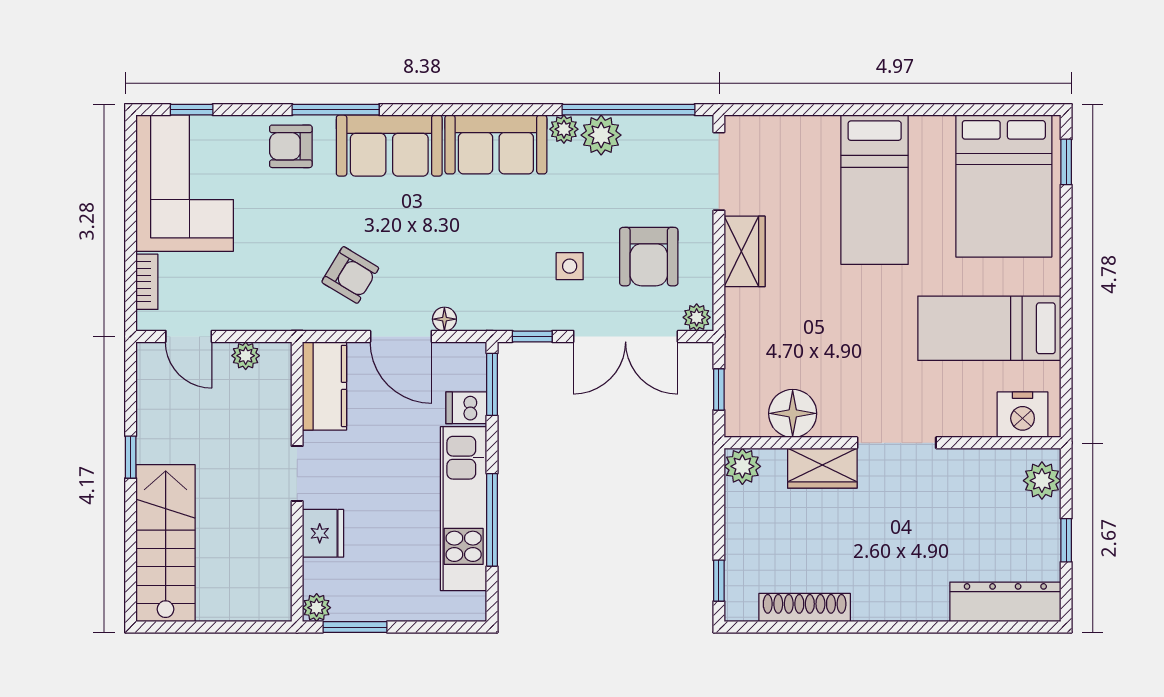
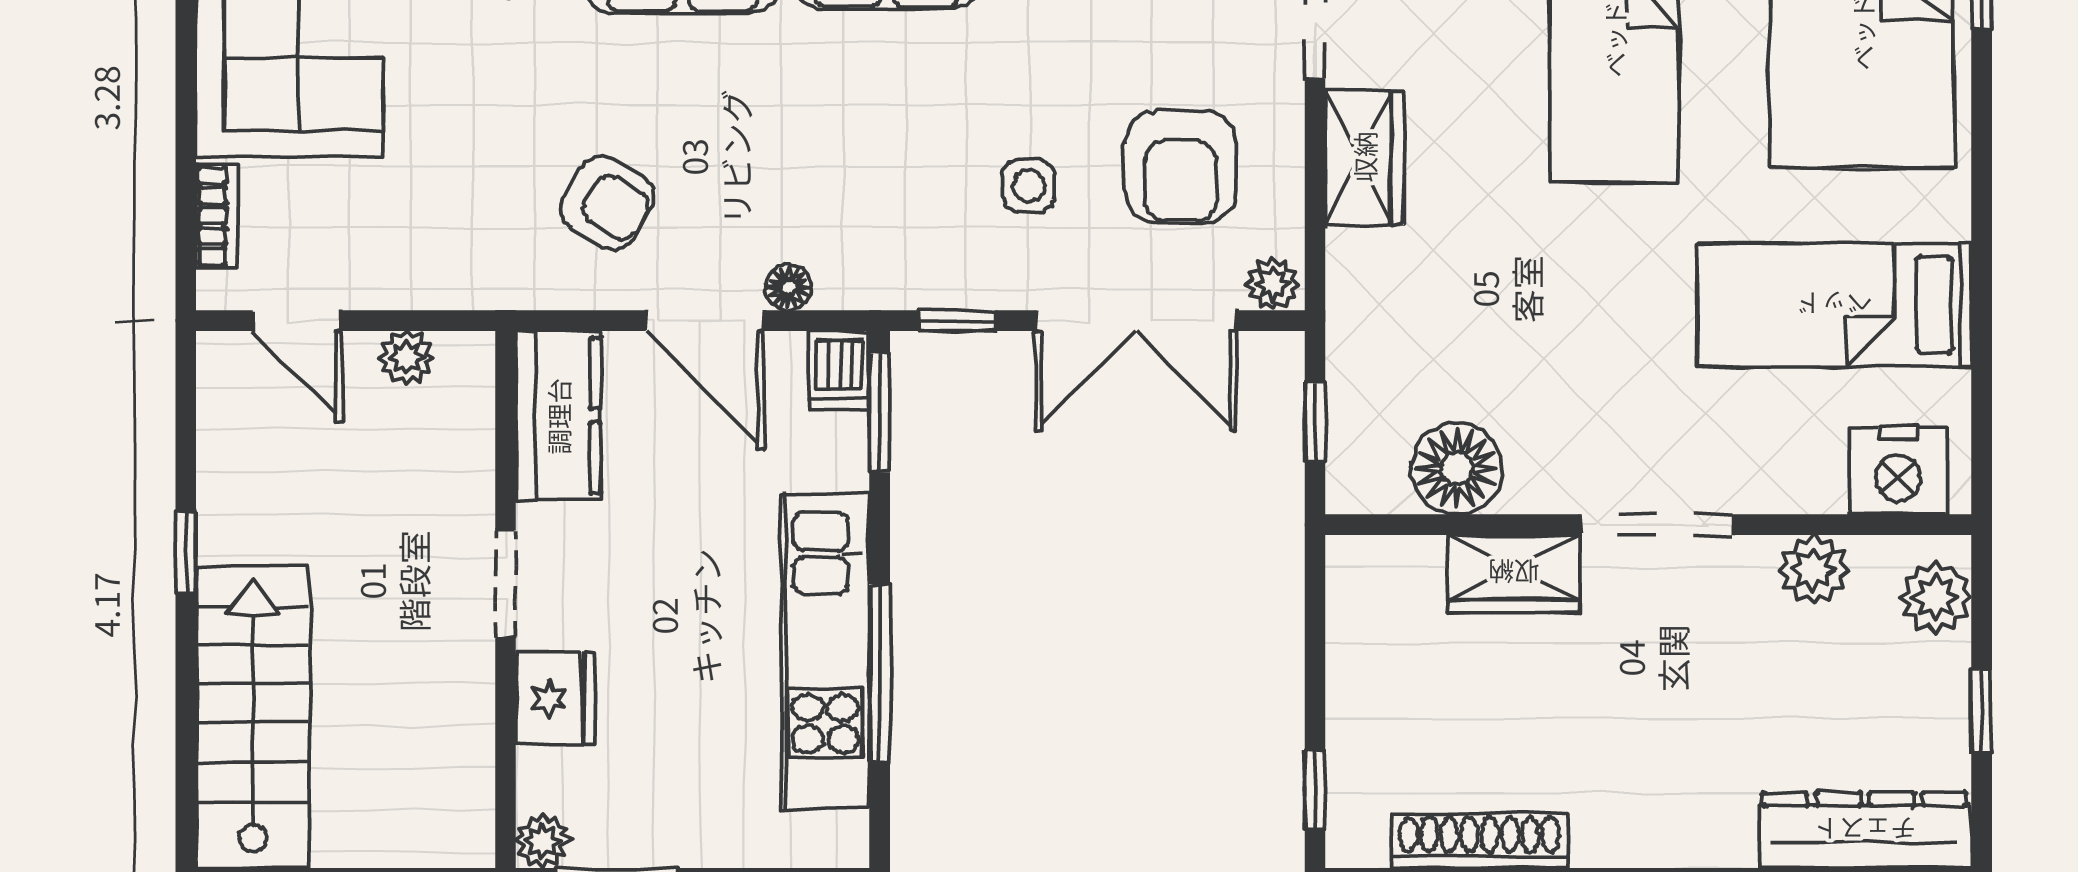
dishwasher: (466, 408) -> (839, 370), moved, turned -90
plant: (742, 466) -> (1814, 570), moved

